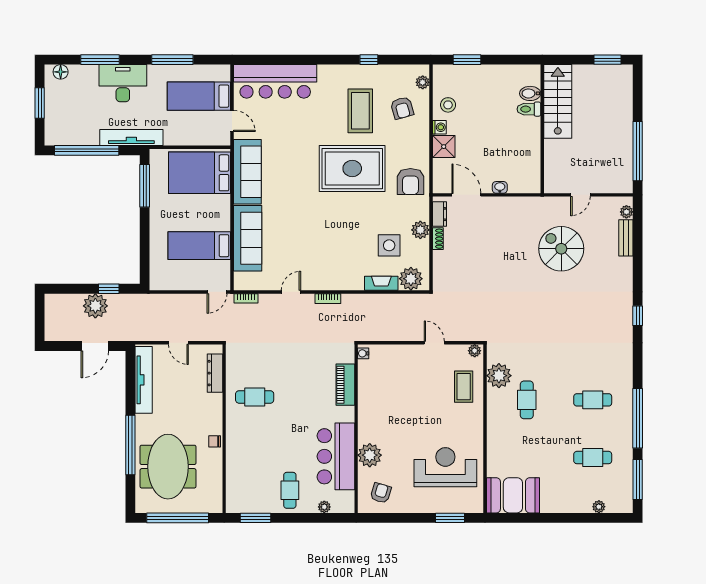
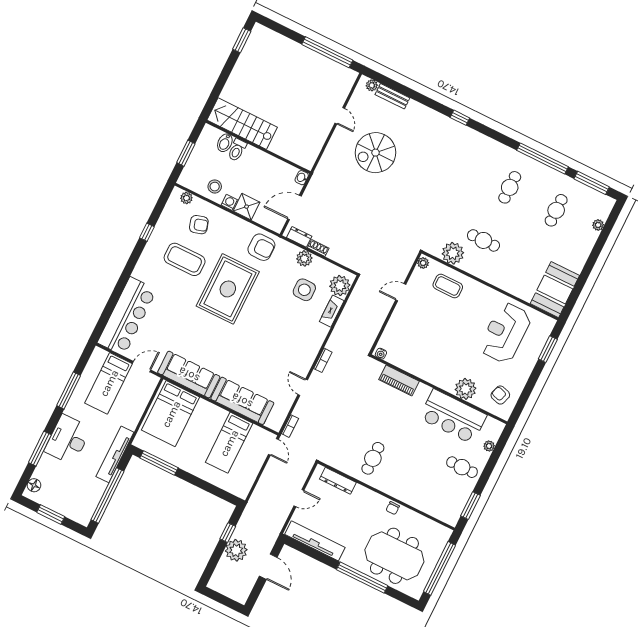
bidet: (530, 93) -> (225, 143), moved
stairs: (558, 101) -> (242, 124), moved
toilet: (529, 109) -> (237, 150), moved
wall: (542, 129) -> (258, 147), moved

